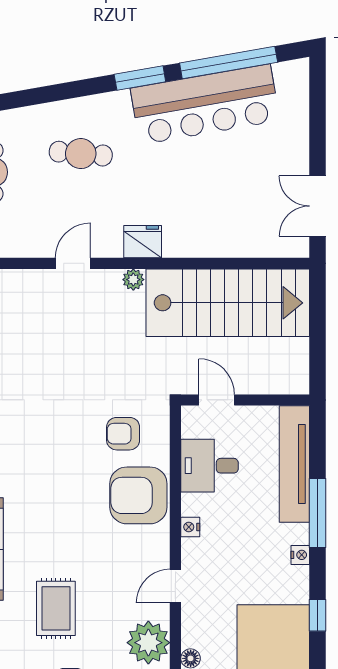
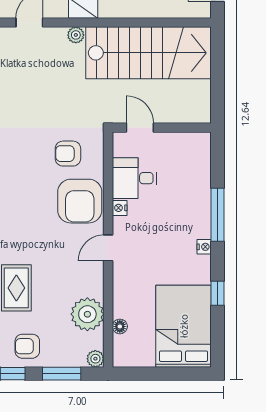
tv unit: (294, 464) -> (200, 177), removed
armchair: (138, 495) -> (80, 201), turned -90
nightstand: (190, 527) -> (120, 208), moved
door: (175, 586) -> (108, 248), moved

